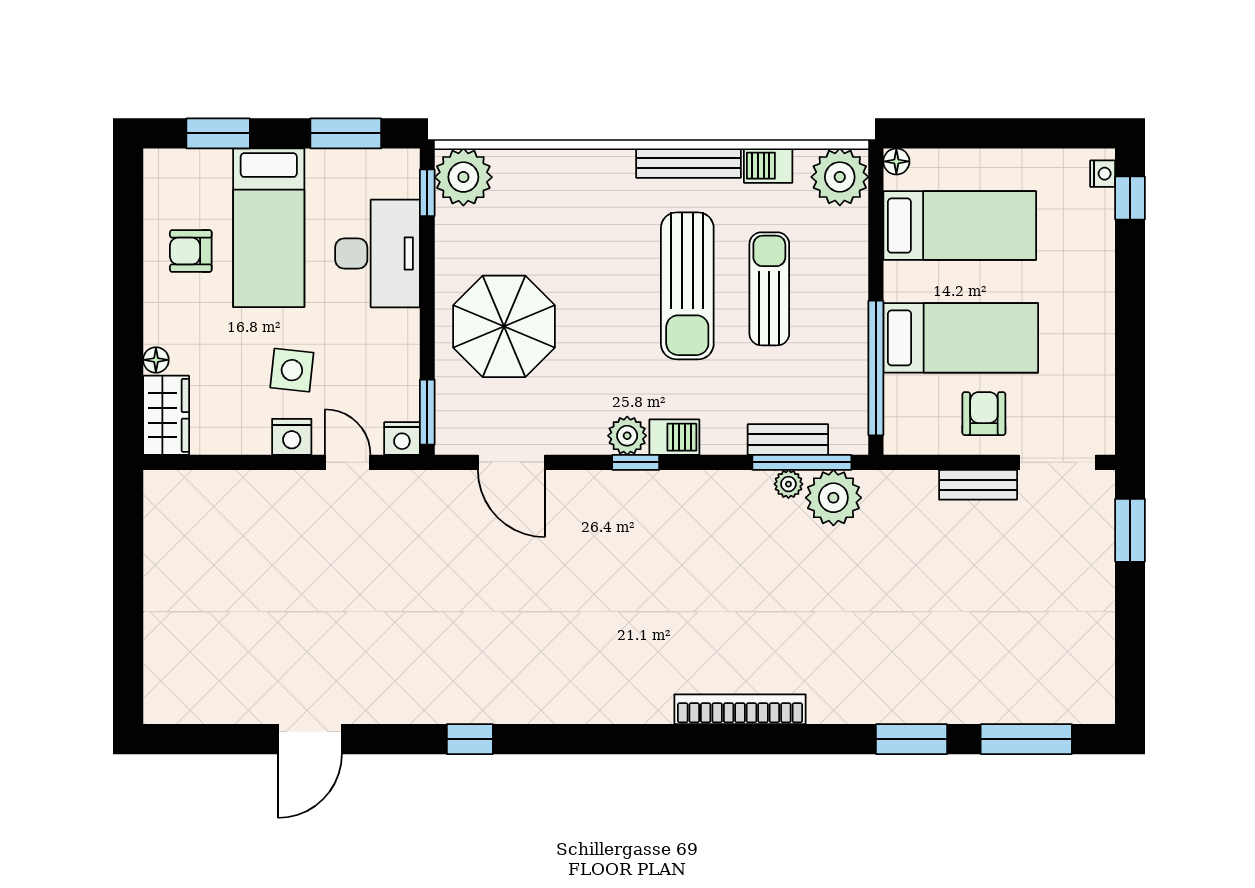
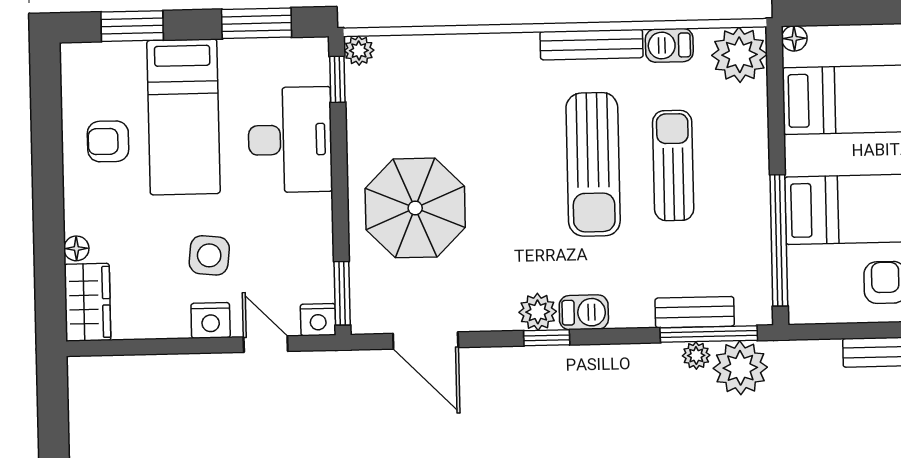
plant: (463, 177) -> (359, 50), width x0.53, depth x0.53

